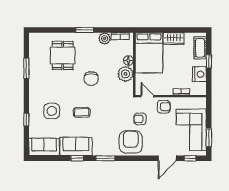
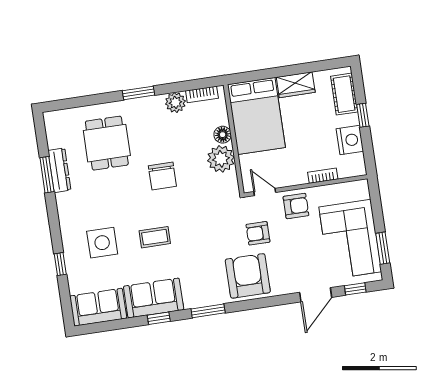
dresser: (34, 67) -> (59, 170), added

